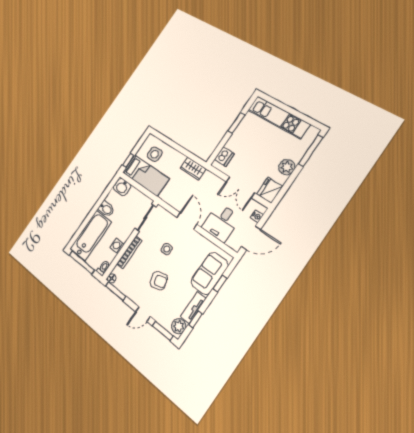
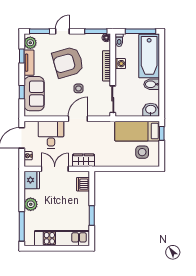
wardrobe: (193, 169) -> (84, 160), moved
door: (187, 221) -> (78, 119), swing flipped
armchair: (159, 281) -> (68, 62), width x1.88, depth x1.88

